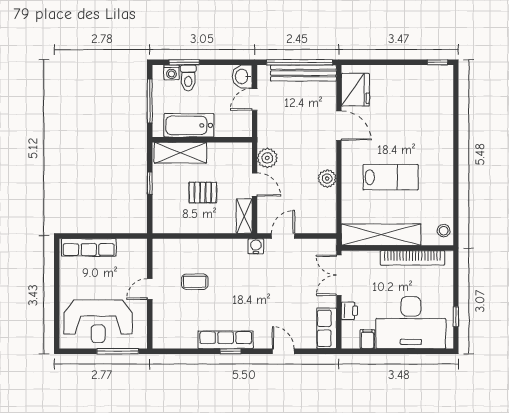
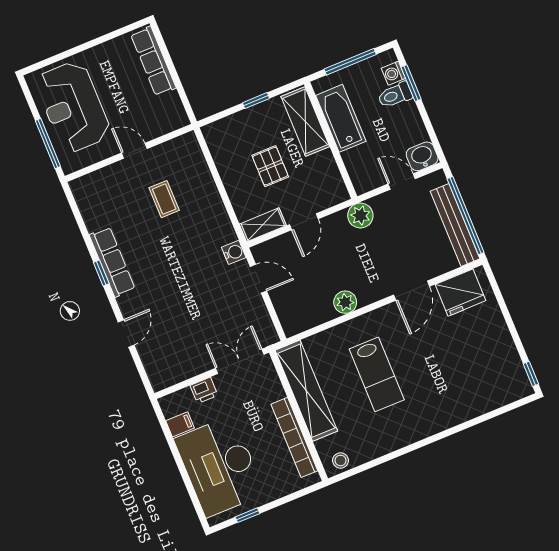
plant: (267, 158) -> (360, 216), moved
row of seats: (327, 328) -> (173, 372), removed

